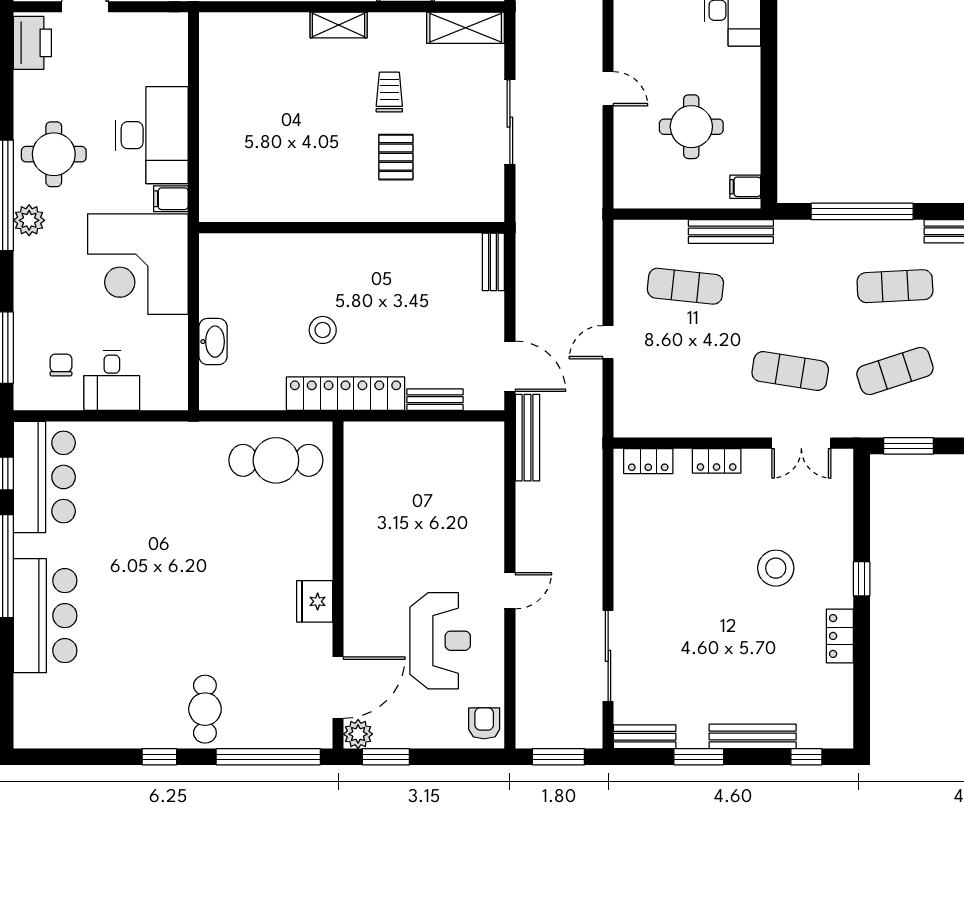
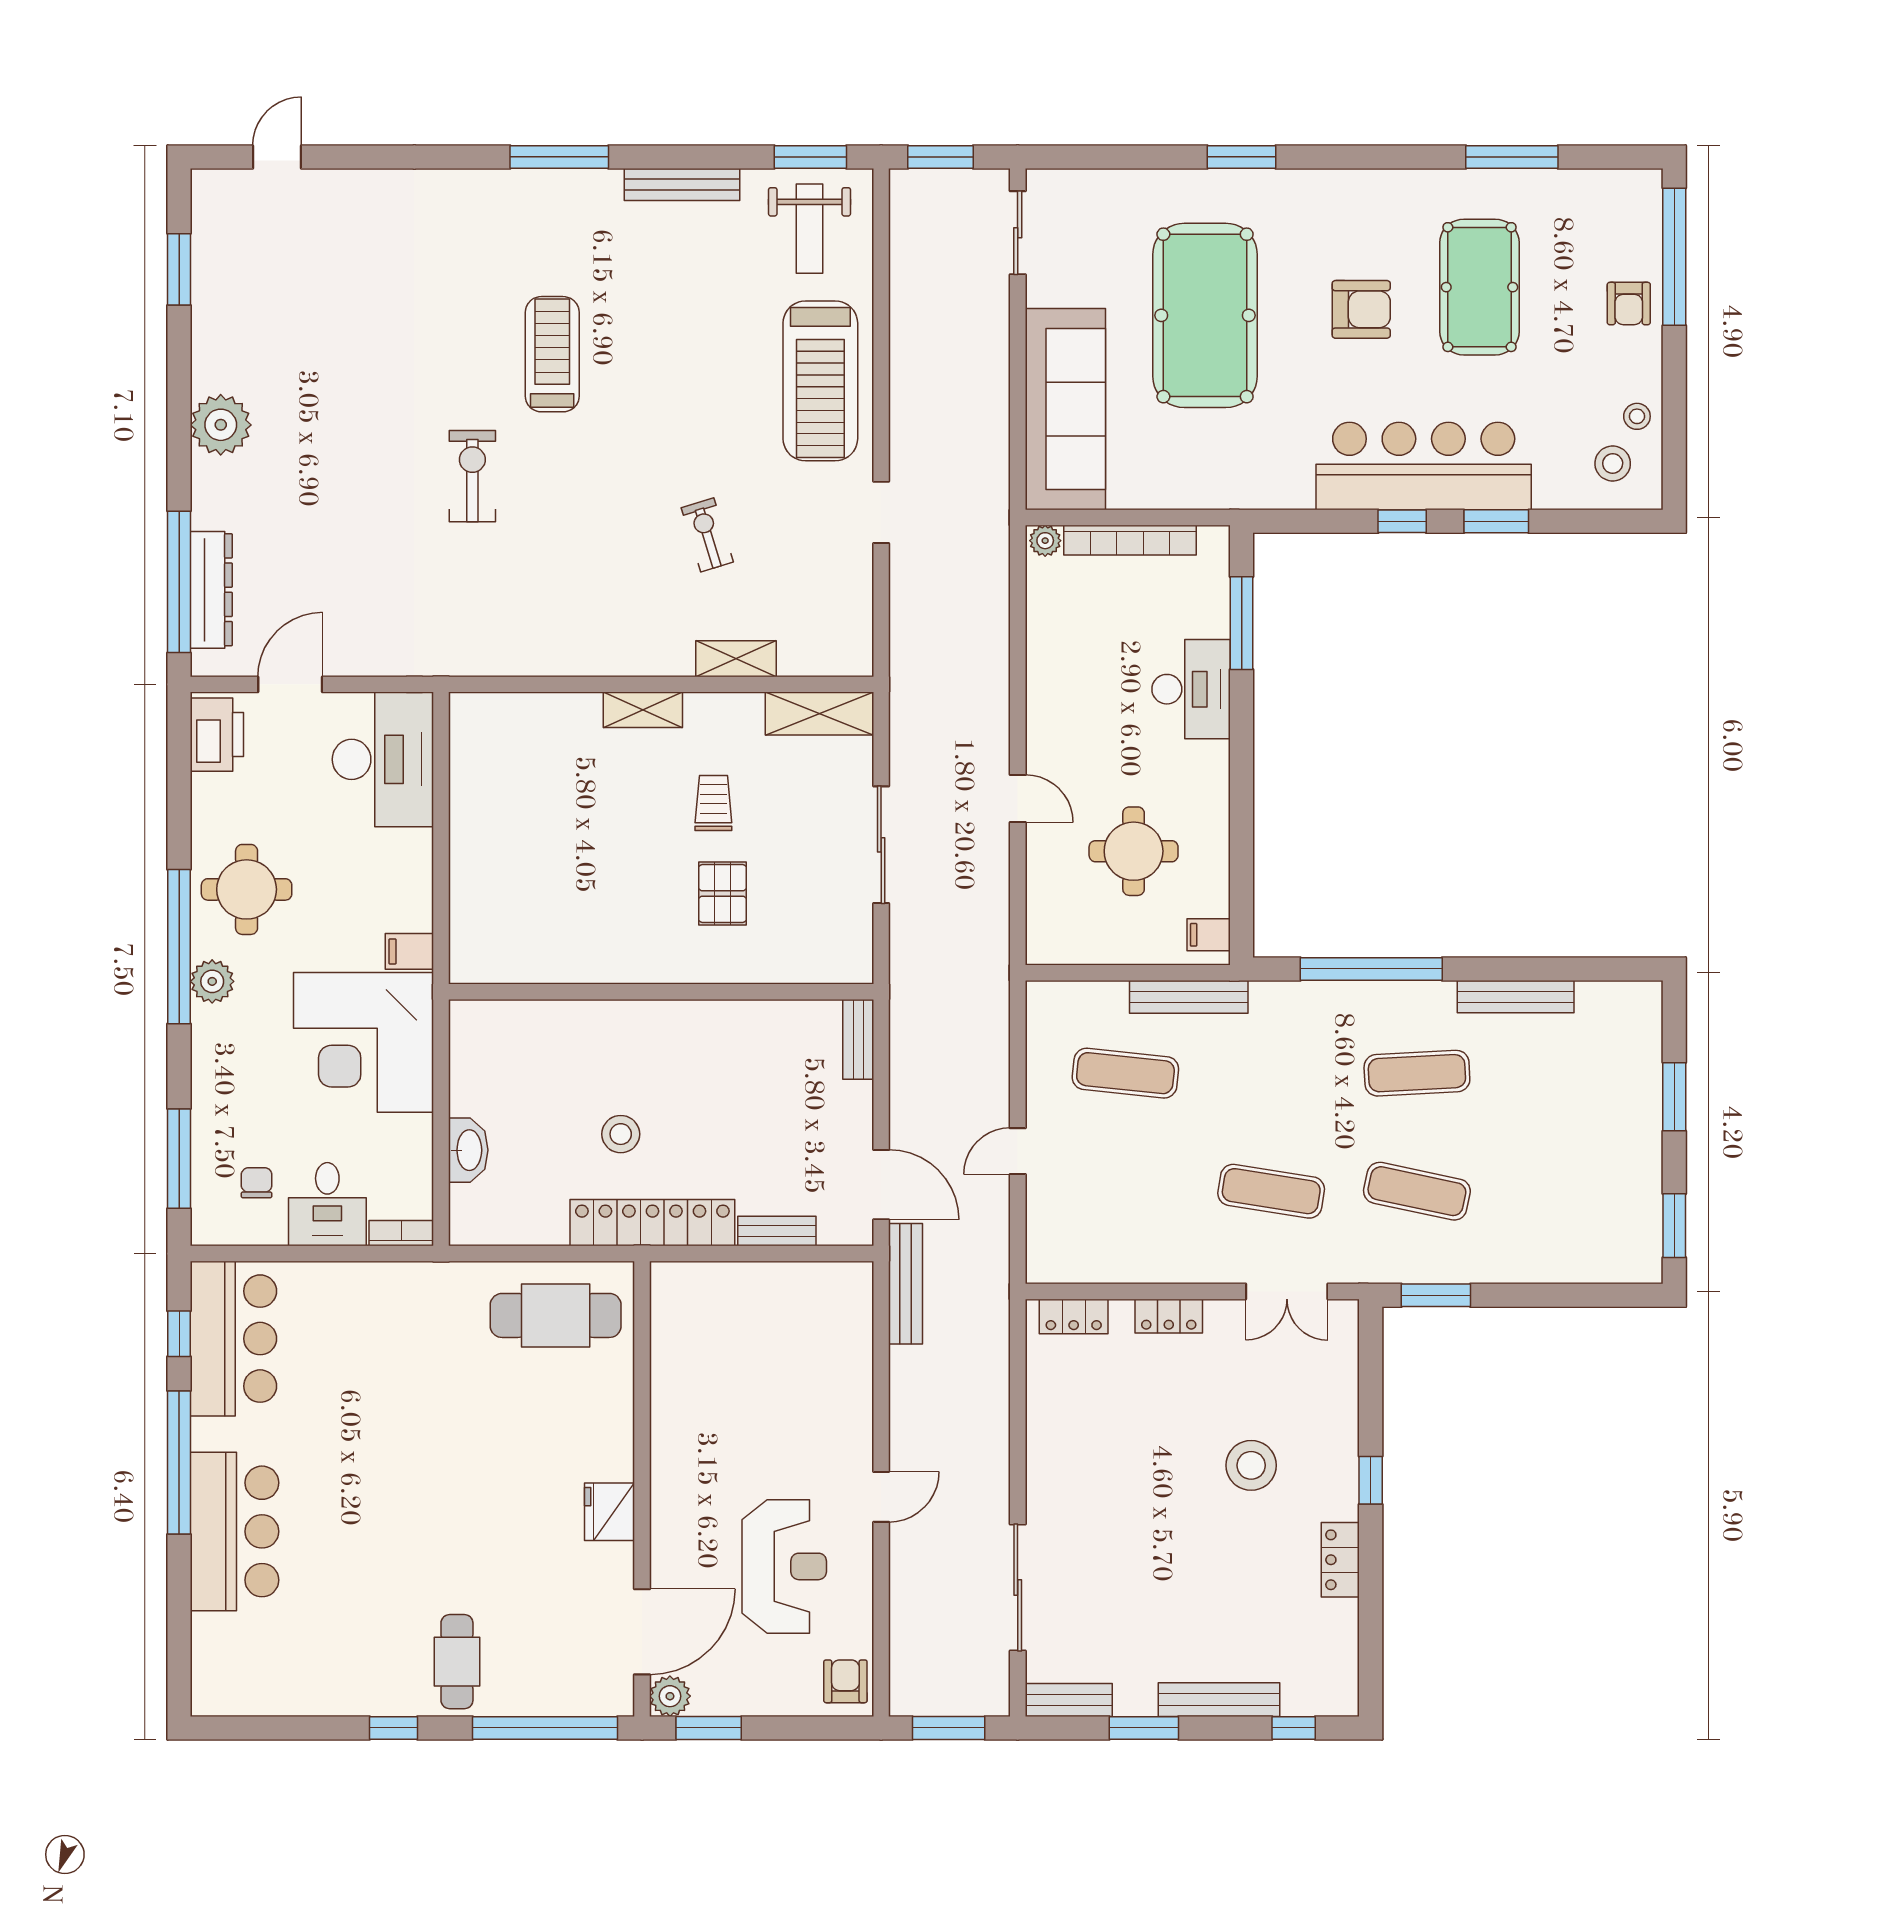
desk: (152, 135) -> (383, 759), moved
exercise mat: (895, 371) -> (1417, 1191), turned 30
bookcase: (165, 401) -> (401, 1233), added

